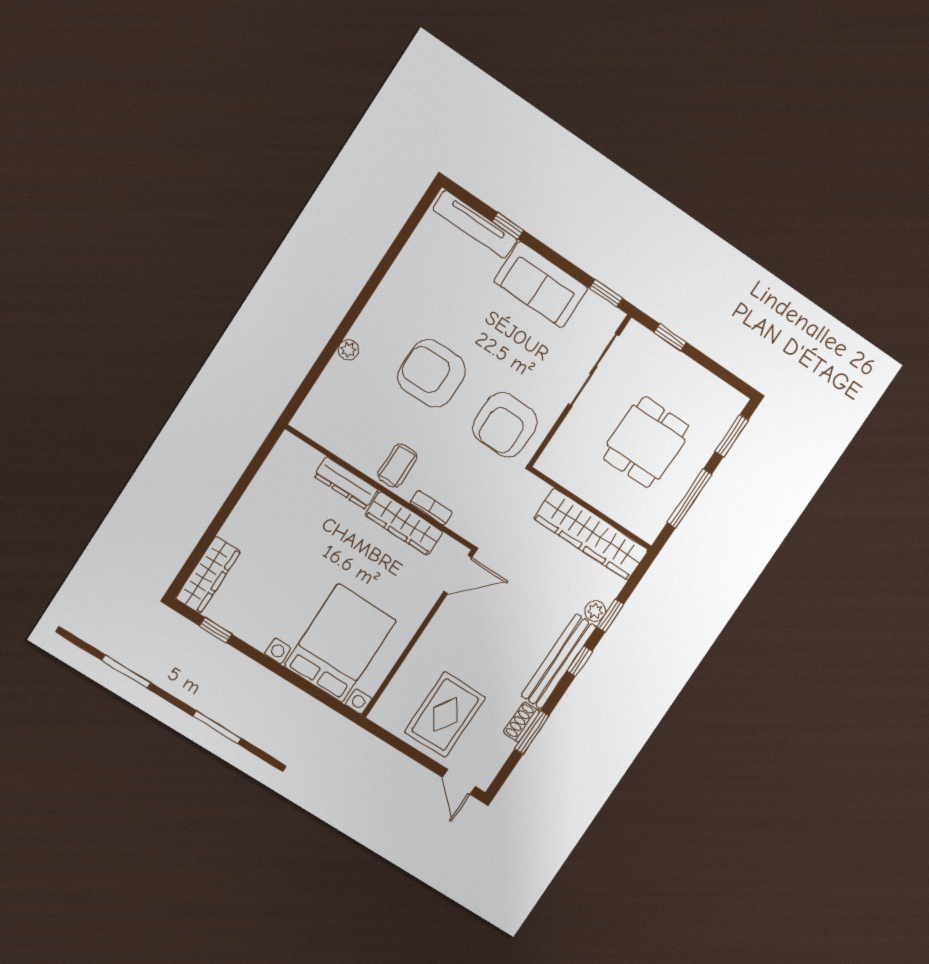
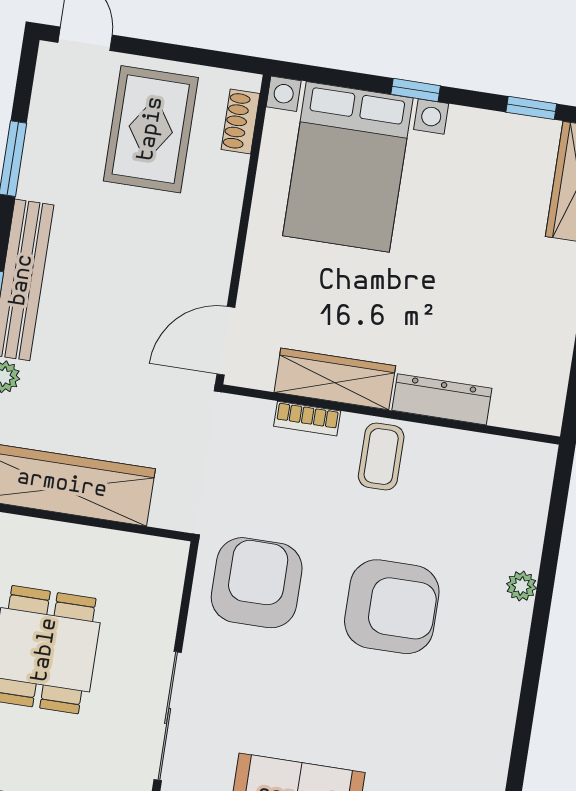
window: (280, 670) -> (416, 90), added
shoe rack: (522, 722) -> (240, 121), moved, turned 180

